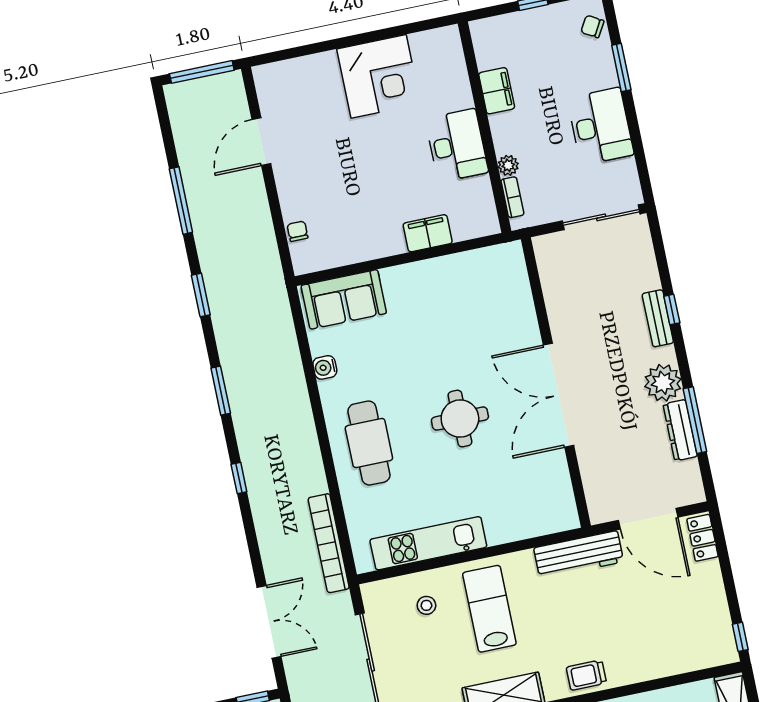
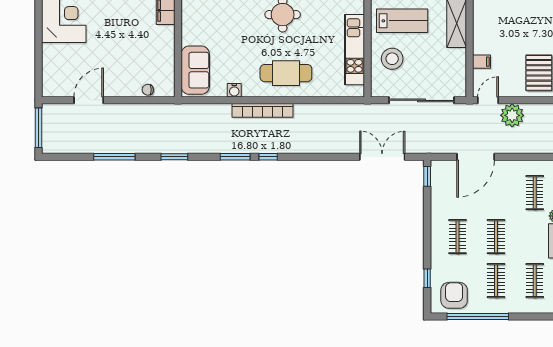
door: (261, 142) -> (89, 100), swing flipped
window: (239, 478) -> (268, 157), moved
bookcase: (329, 543) -> (263, 110), moved
stool: (426, 605) -> (392, 59), width x1.89, depth x1.89
lab bench: (489, 609) -> (402, 21), turned 180

